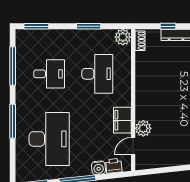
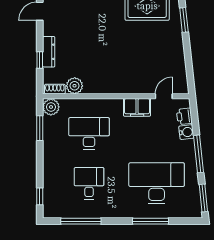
window: (36, 26) -> (40, 196), width x0.67
window: (89, 26) -> (40, 128), moved
window: (13, 121) -> (151, 221), moved
plant: (143, 128) -> (75, 86), moved
door: (133, 146) -> (164, 96), swing flipped

